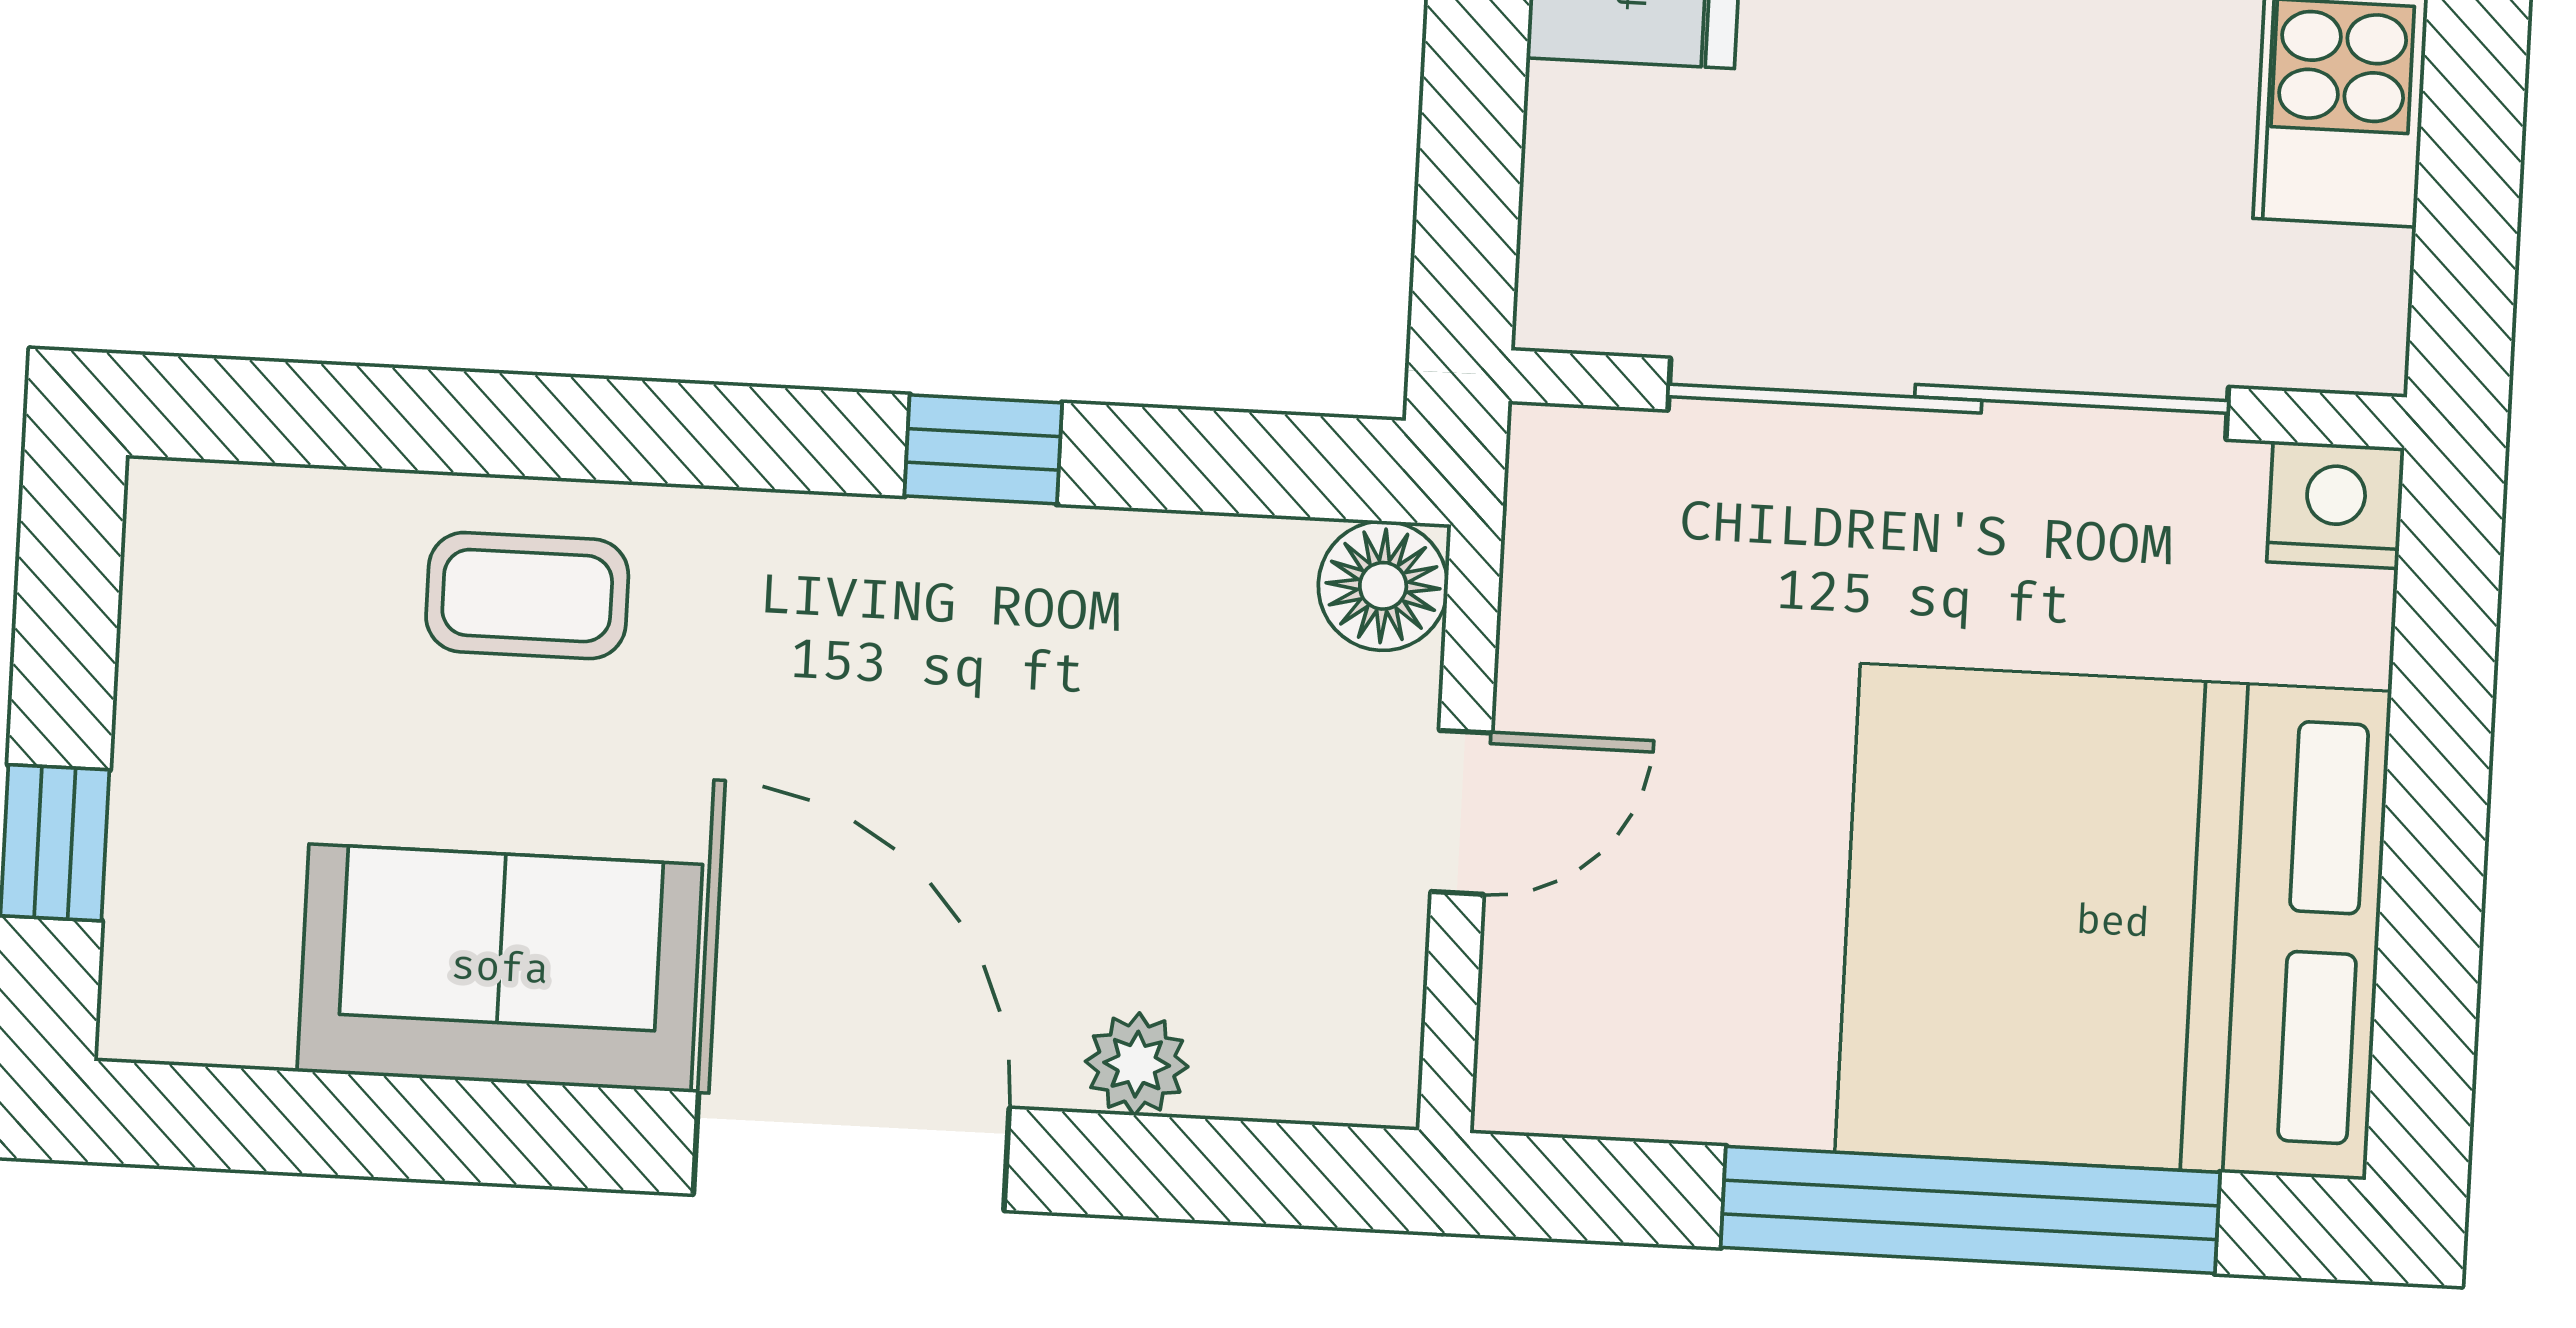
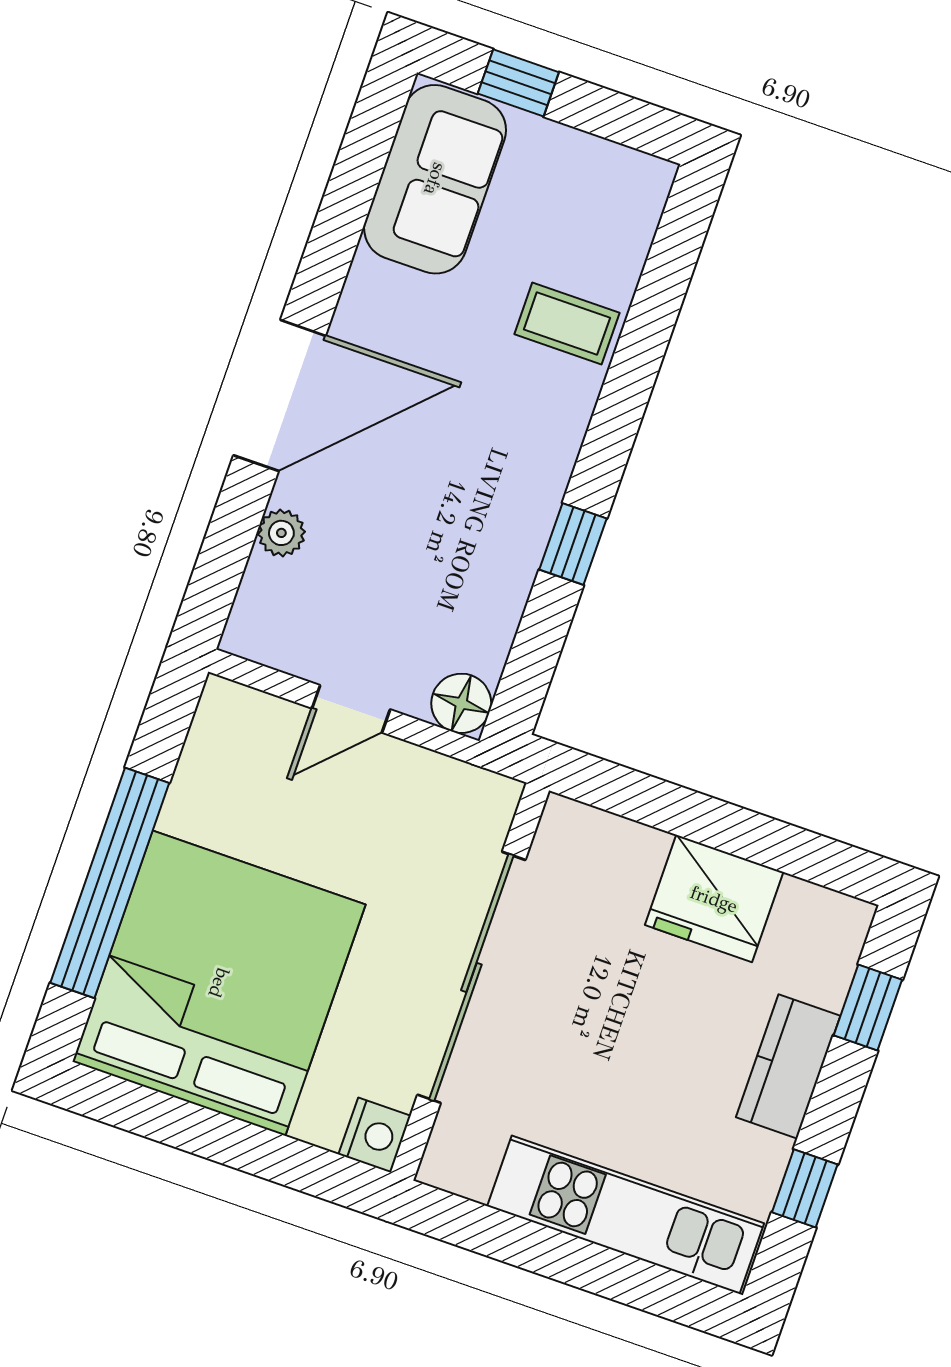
coffee table: (527, 596) -> (567, 324), turned 90
door: (1461, 812) -> (351, 709), hinge flipped
sofa: (500, 968) -> (435, 179), moved

